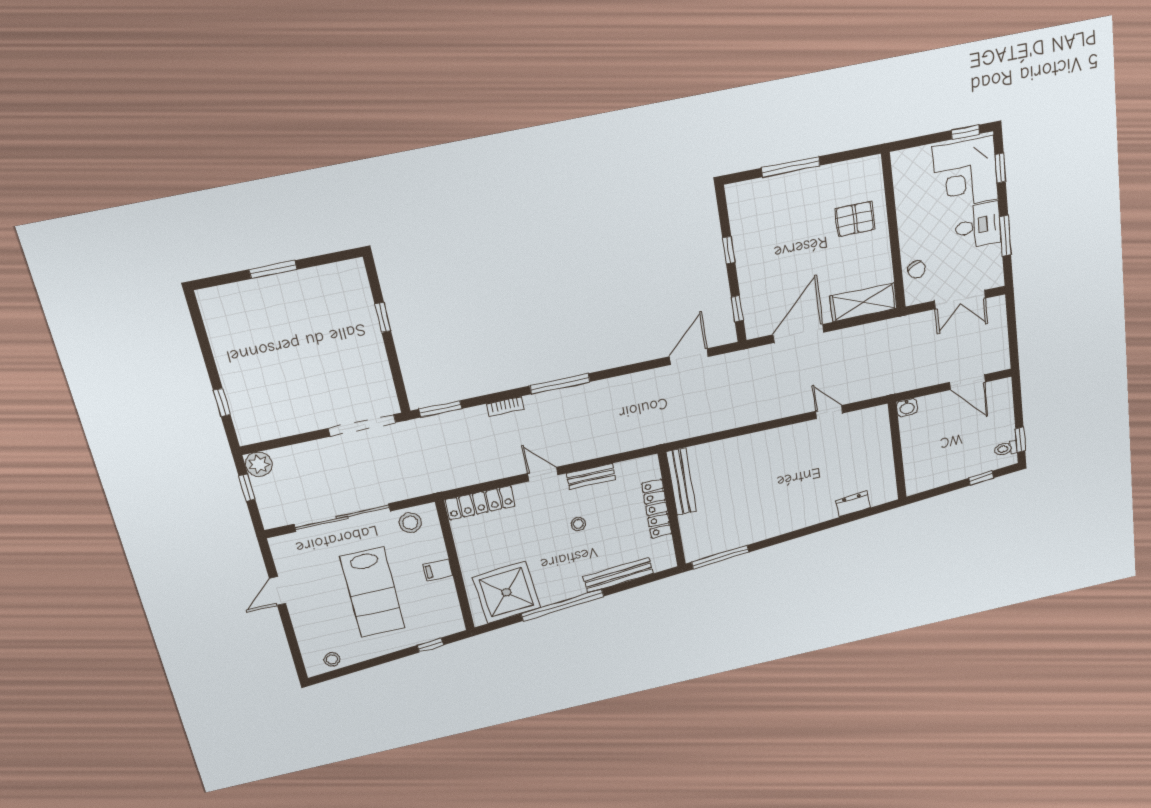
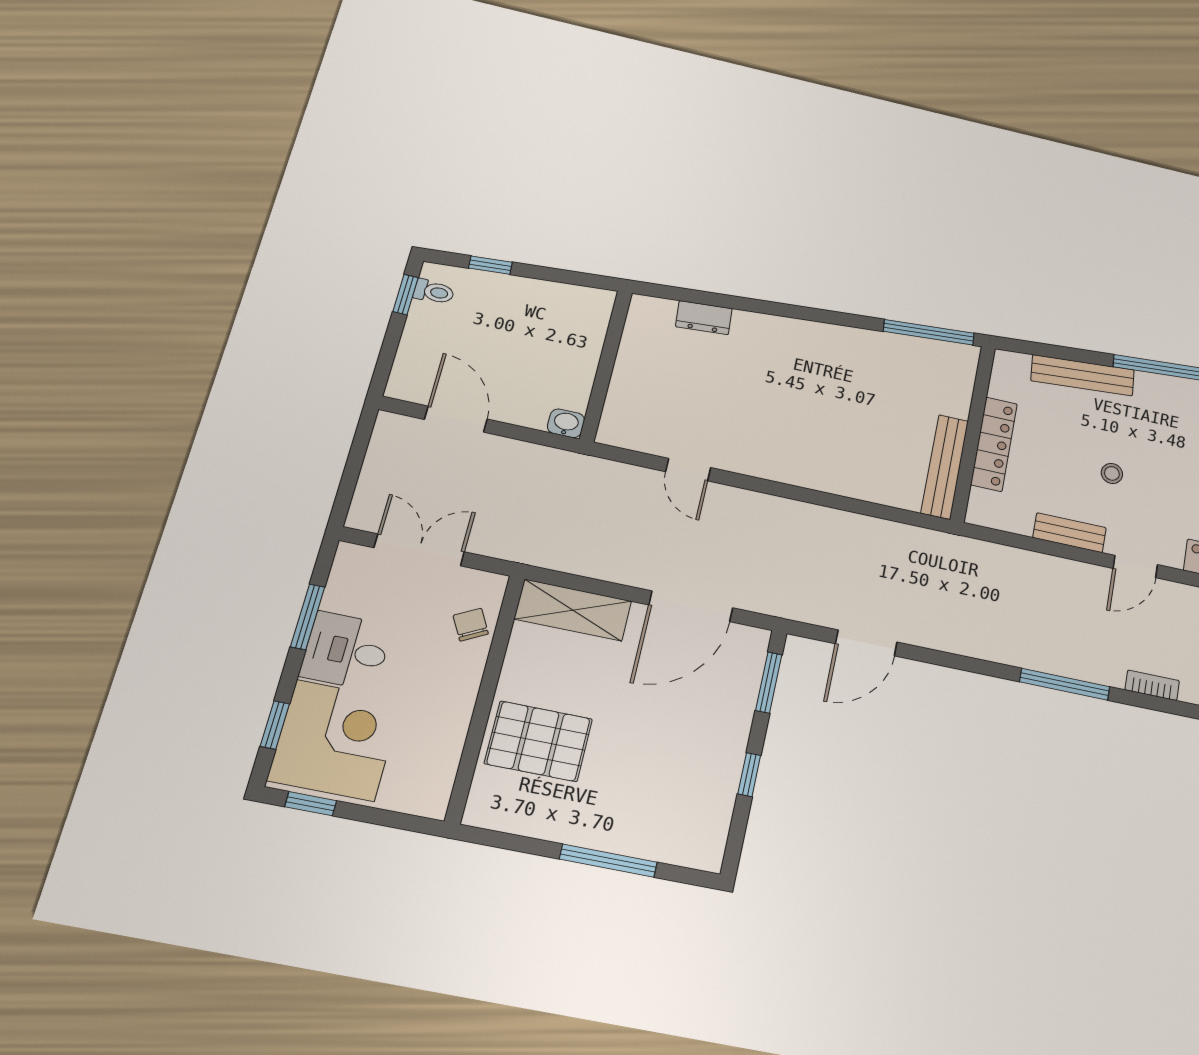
pallet: (855, 219) -> (539, 741), width x1.50, depth x1.42
window: (737, 309) -> (769, 683), width x1.50
door: (543, 474) -> (1135, 567), hinge flipped

